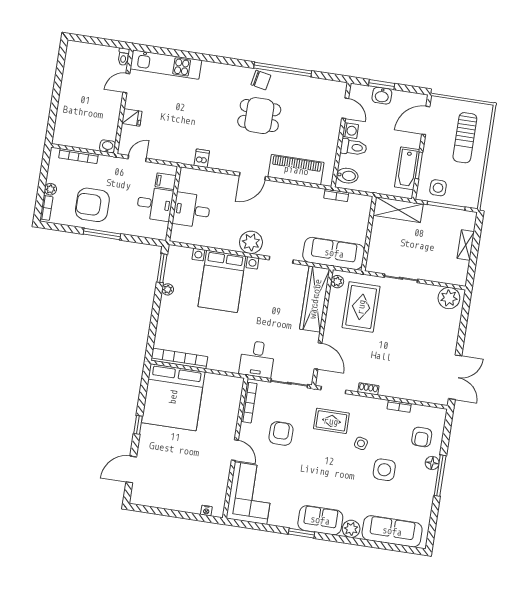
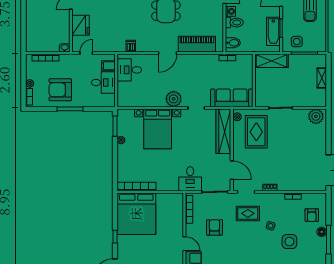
fridge: (132, 117) -> (80, 25), width x1.88, depth x1.34
desk: (192, 210) -> (129, 70), moved

